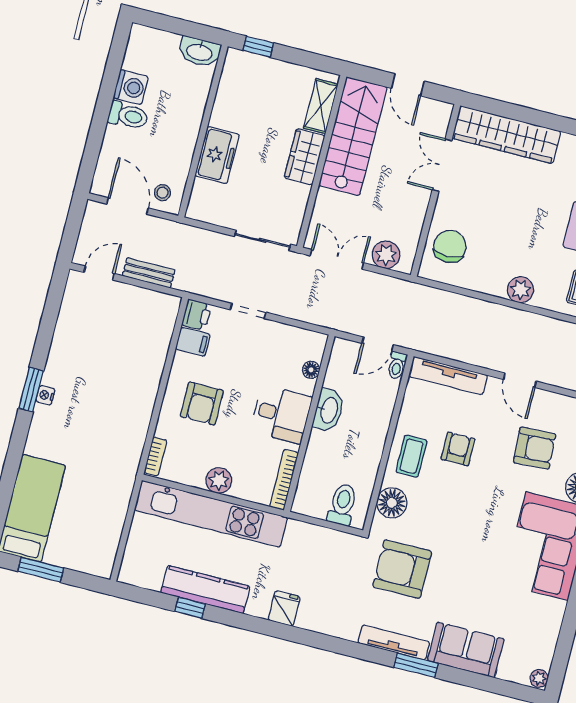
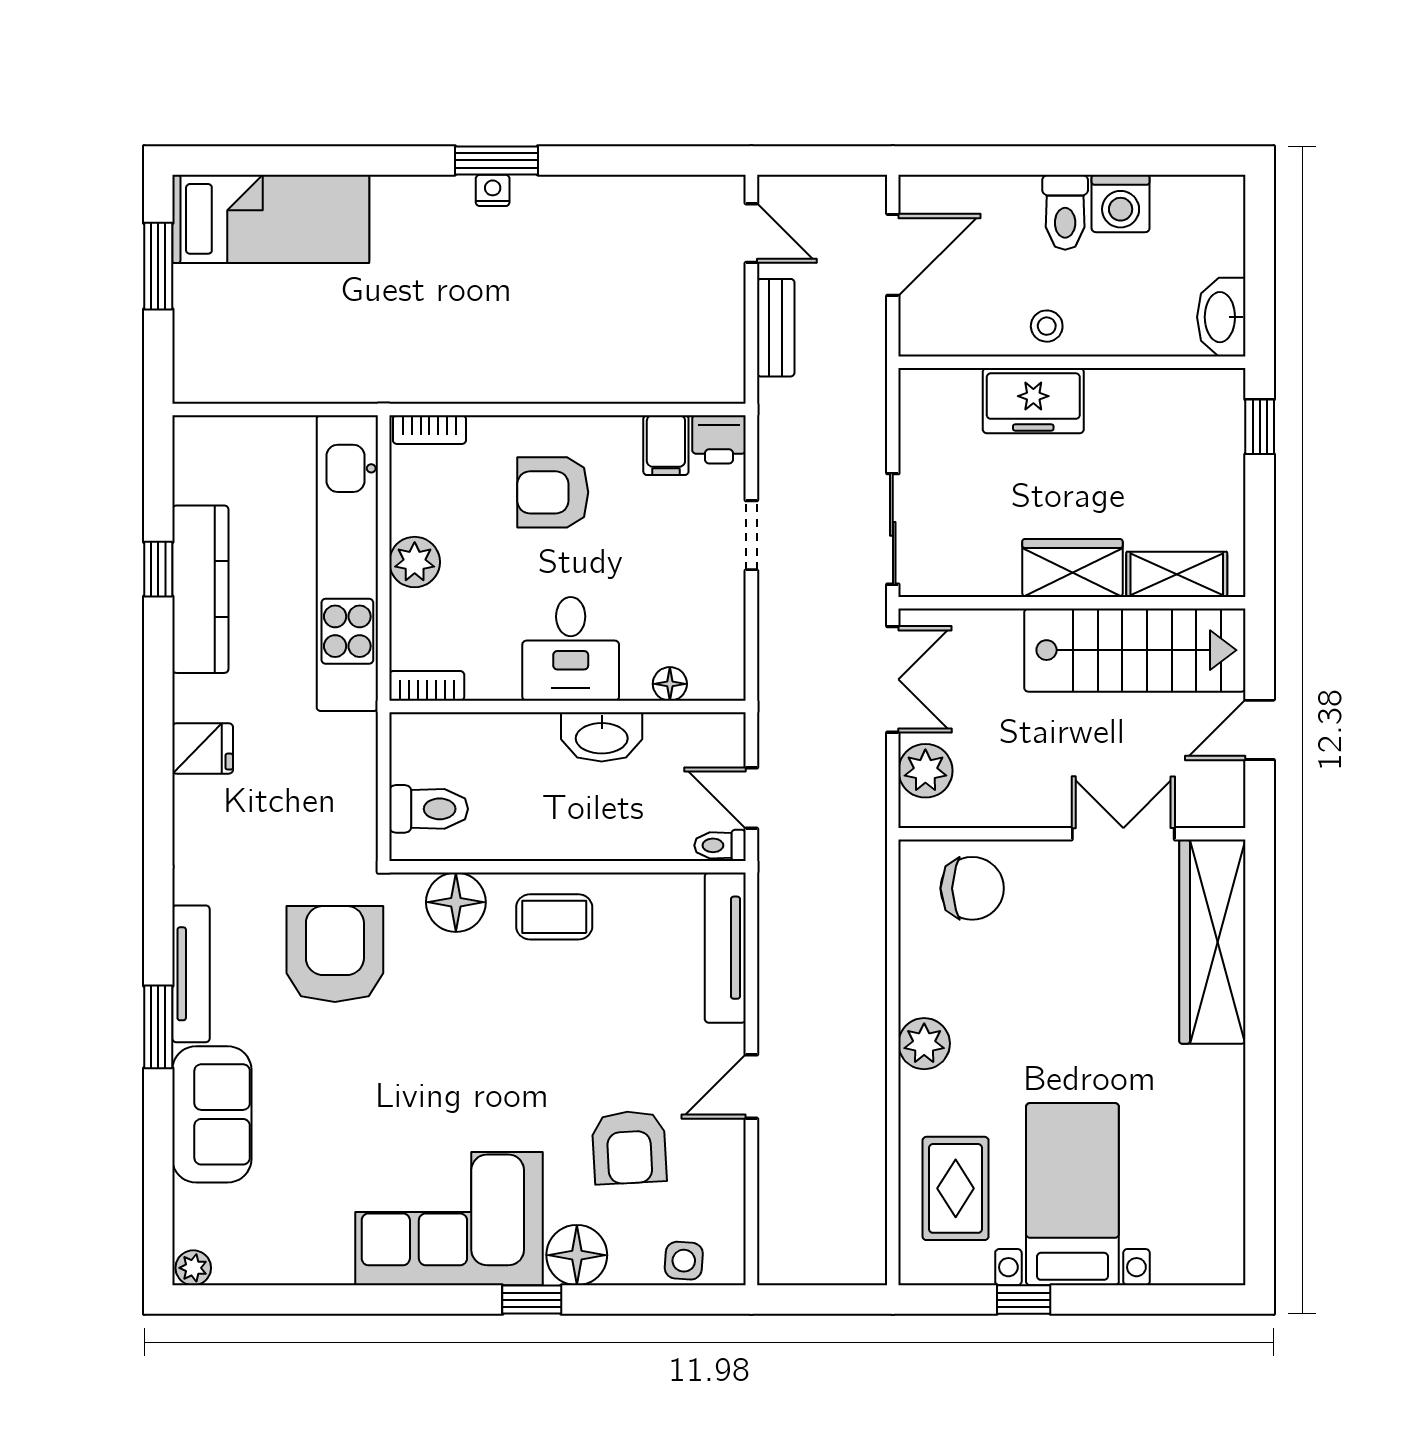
stool: (162, 193) -> (1047, 326), moved
armchair: (458, 449) -> (590, 1002), removed
bookcase: (284, 480) -> (427, 686), width x0.64

